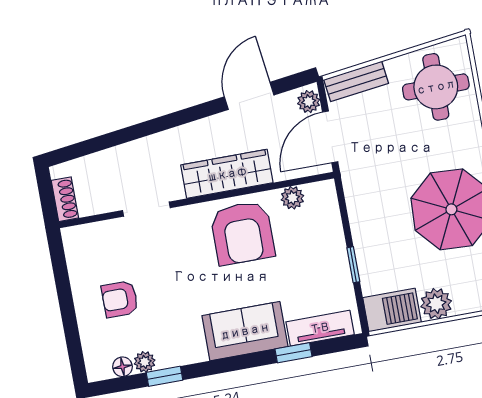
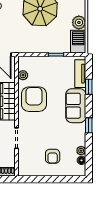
armchair: (242, 233) -> (34, 99), turned -90
window: (164, 376) -> (89, 125), moved

